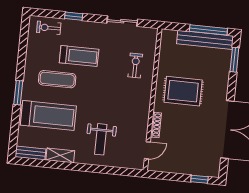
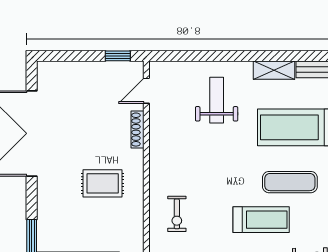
treadmill: (79, 56) -> (261, 220), turned 180
rug: (183, 91) -> (103, 183), width x0.73, depth x0.70
window: (199, 179) -> (118, 56), moved

